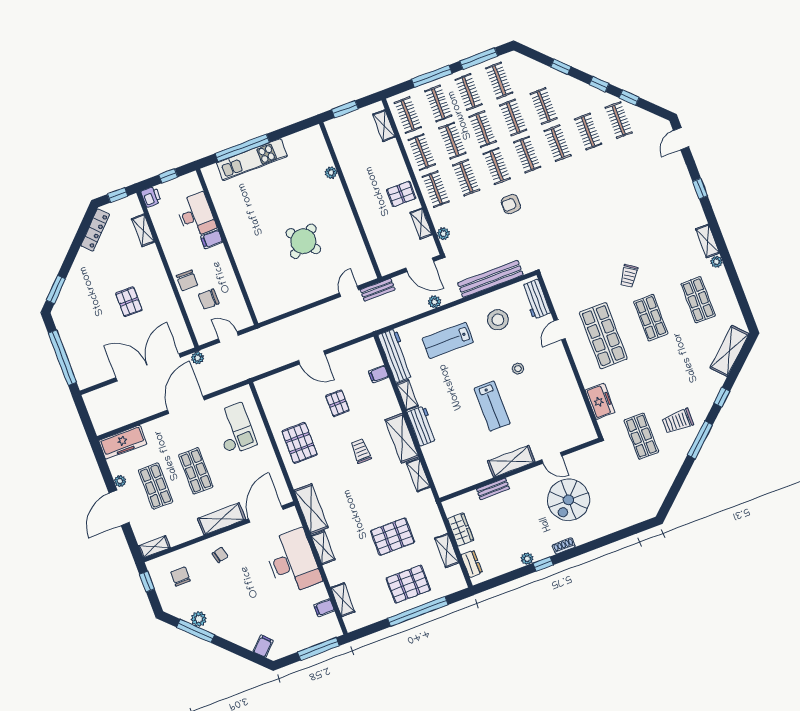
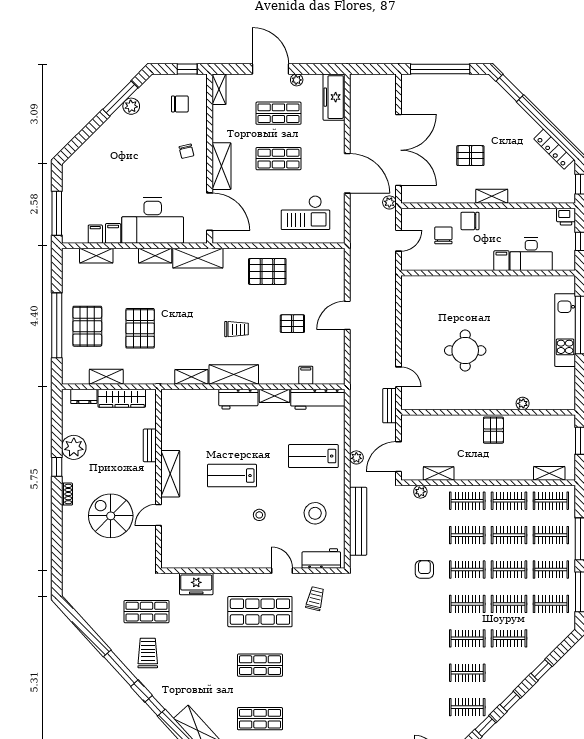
pallet: (401, 194) -> (493, 430), moved
shelving: (143, 230) -> (492, 196), moved
round table: (303, 241) -> (465, 350), turned 37
trolley: (629, 276) -> (315, 599), moved, turned 70
lab bench: (448, 340) -> (313, 456), turned -90
wardrobe: (461, 530) -> (122, 398), width x1.50
plant: (527, 559) -> (74, 447), width x1.87, depth x1.87
filing cabinet: (263, 646) -> (113, 233), moved, turned -135

